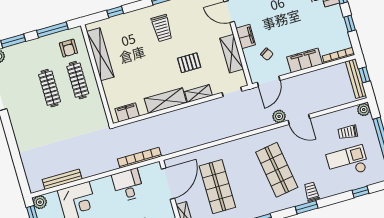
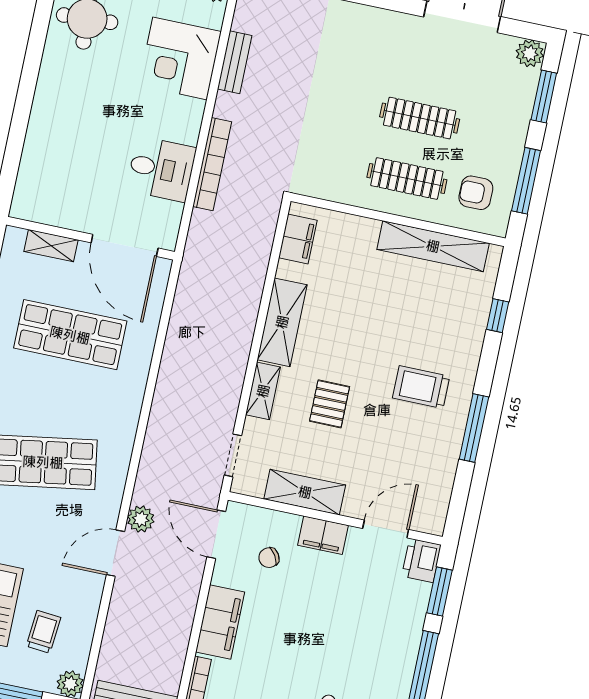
bookcase: (139, 158) -> (212, 164), moved
bench: (62, 179) -> (235, 62), width x0.73

